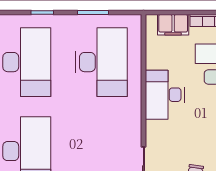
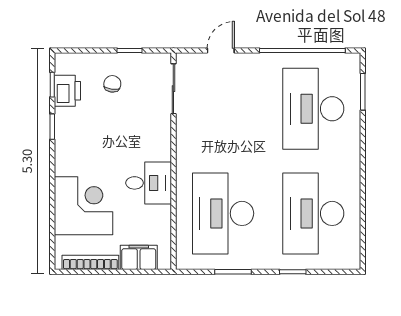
desk: (165, 95) -> (149, 183), width x0.73

